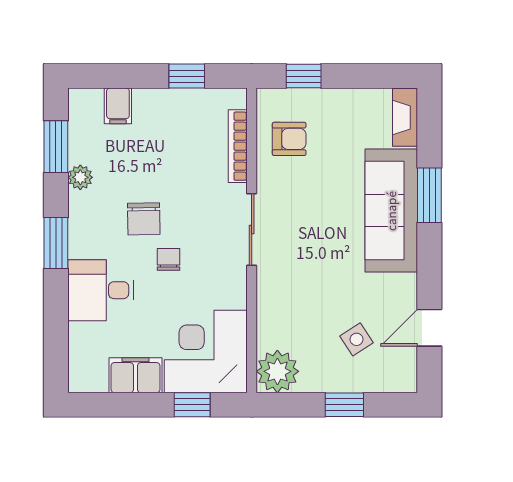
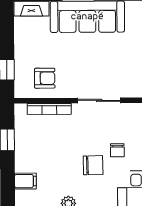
armchair: (289, 139) -> (45, 78), turned 90
chair: (168, 259) -> (117, 150), turned -90

